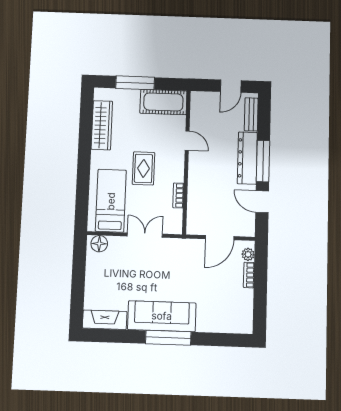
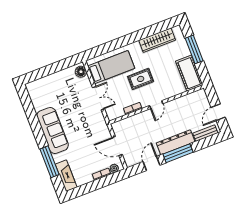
door: (231, 86) -> (218, 112), hinge flipped
door: (187, 141) -> (156, 105), moved
fireplace: (105, 320) -> (66, 176), moved
window: (168, 338) -> (49, 162), moved

